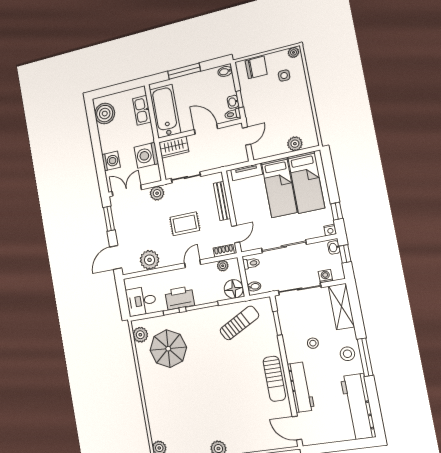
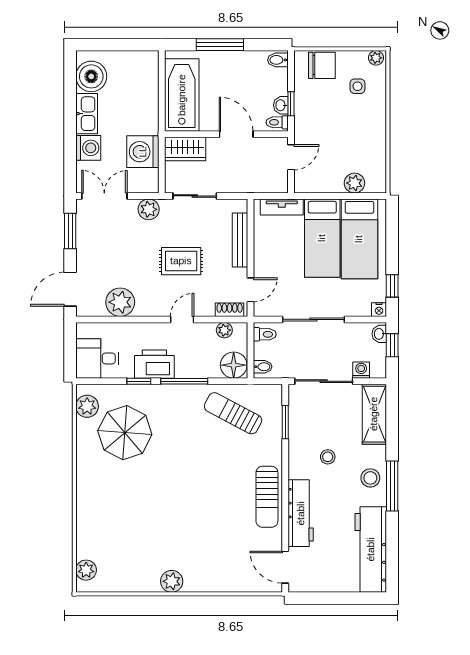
kitchen sink: (142, 110) -> (87, 114), moved, turned 180
sun lounger: (239, 323) -> (233, 413), turned -124

